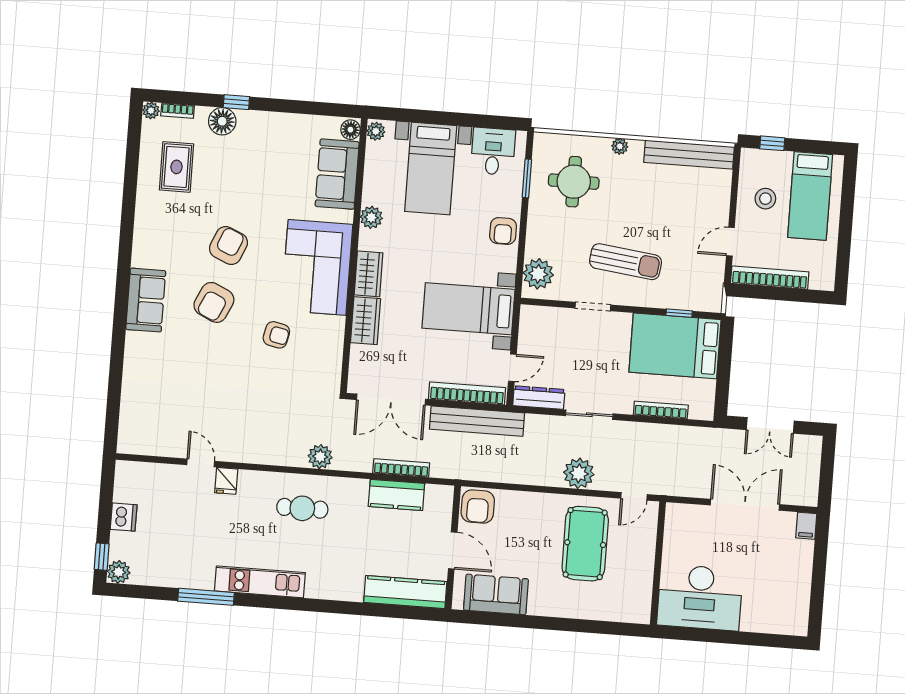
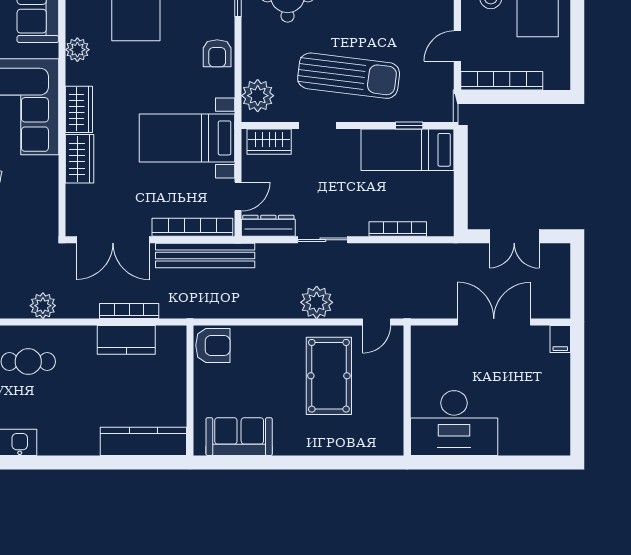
sun lounger: (626, 262) -> (349, 76), width x1.36, depth x1.34
wardrobe: (546, 318) -> (269, 142), added
bed: (675, 346) -> (407, 150), width x0.67
armchair: (478, 507) -> (213, 345), turned -90
door: (453, 551) -> (190, 394), removed

